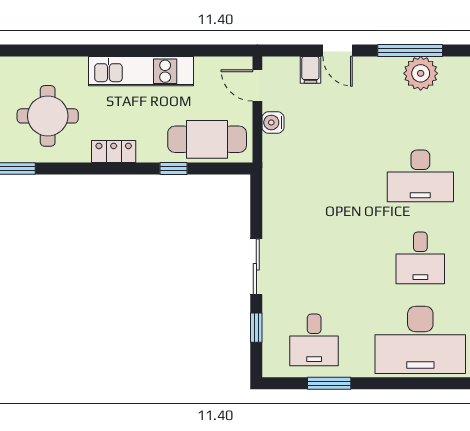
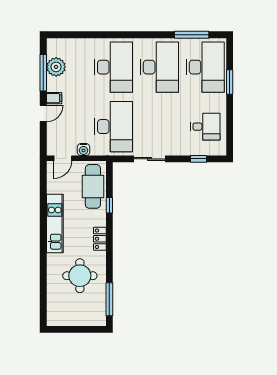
filing cabinet: (310, 70) -> (54, 98), moved
desk: (314, 176) -> (113, 127), added
desk: (420, 176) -> (113, 67), width x1.36, depth x1.30
desk: (420, 258) -> (159, 67), width x1.87, depth x1.30
sliding door: (256, 267) -> (150, 159), moved
window: (329, 383) -> (230, 82), moved

